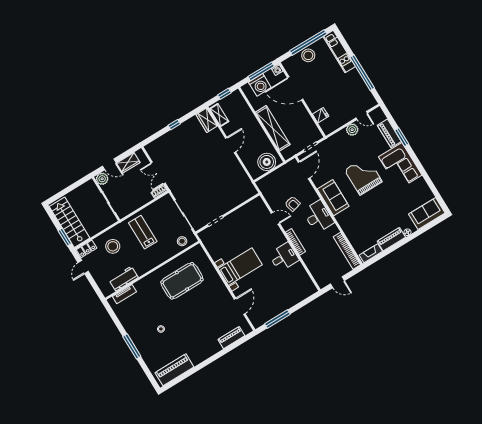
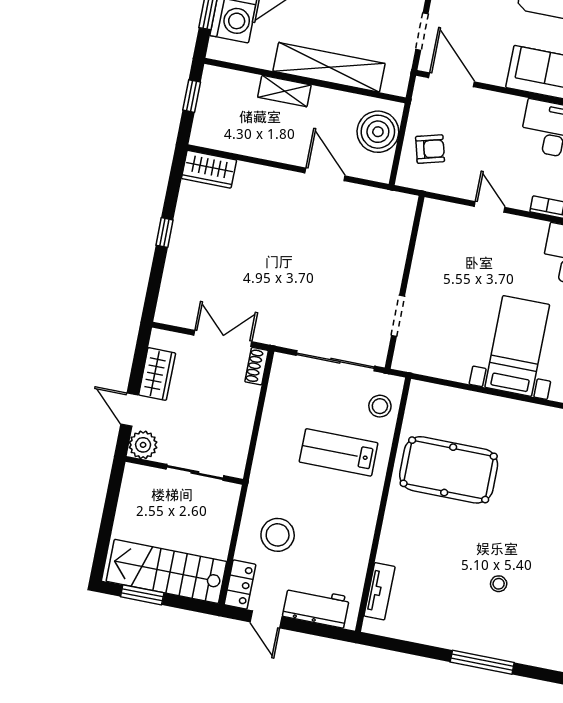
shelving: (219, 115) -> (284, 91), moved
door: (231, 145) -> (325, 174), moved
door: (109, 164) -> (129, 410), swing flipped
double door: (158, 173) -> (223, 338), swing flipped
armchair: (292, 204) -> (430, 149), moved
door: (275, 218) -> (490, 207), hinge flipped
lab bench: (143, 232) -> (339, 452), moved
window: (65, 237) -> (142, 595), moved
workbench: (124, 279) -> (316, 607), moved, turned 90
pool table: (182, 281) -> (449, 470), turned 90

